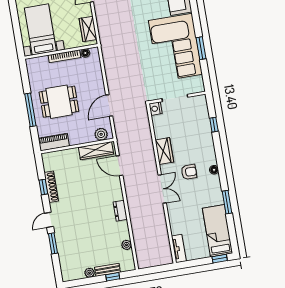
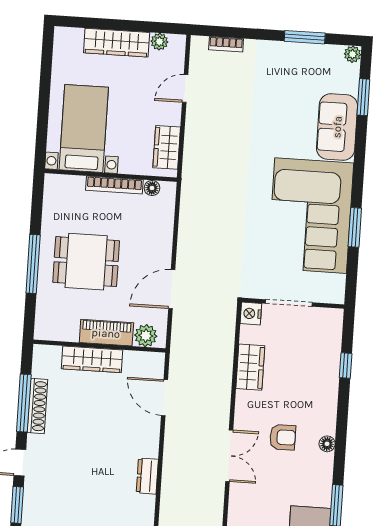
piano: (54, 142) -> (106, 333), moved
wardrobe: (96, 151) -> (92, 359), moved
wardrobe: (164, 151) -> (250, 367), moved
window: (43, 187) -> (24, 403), width x2.17

